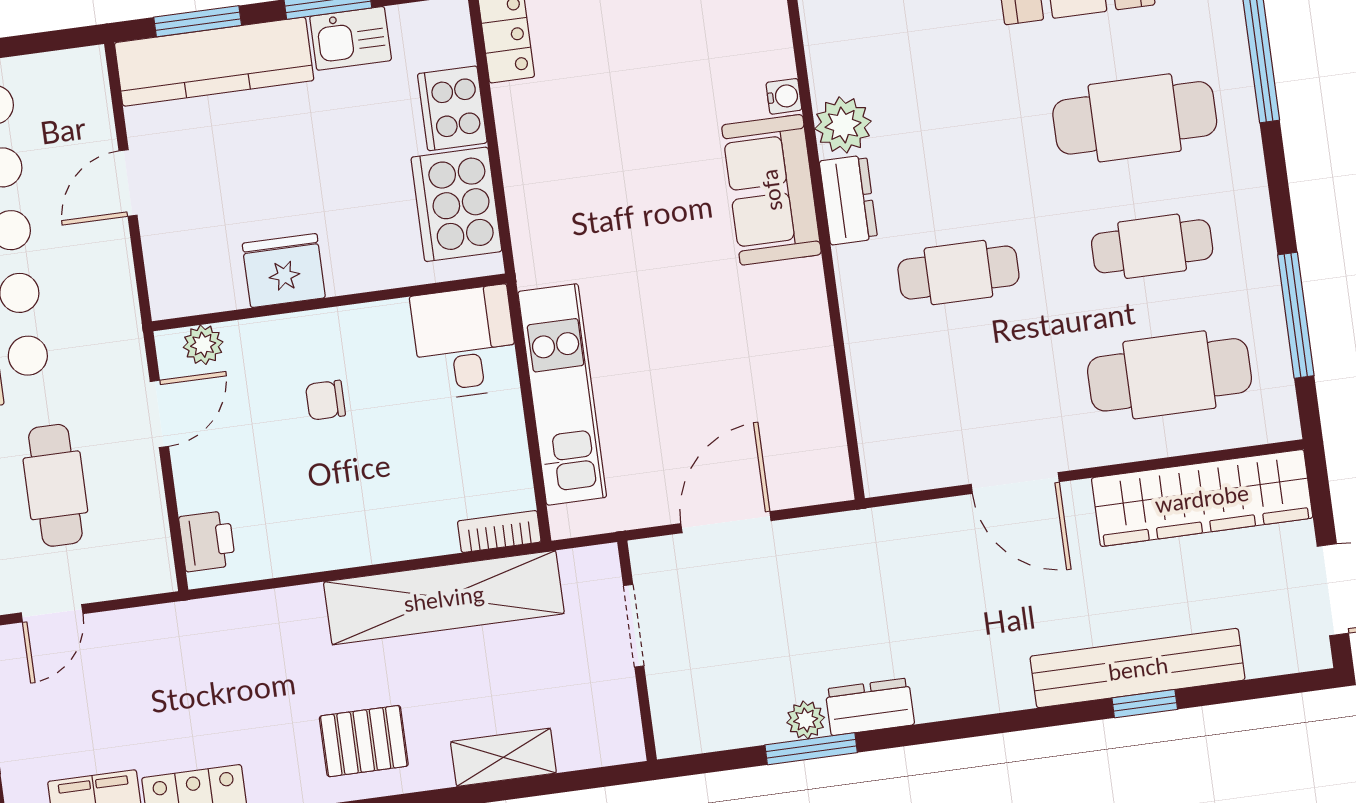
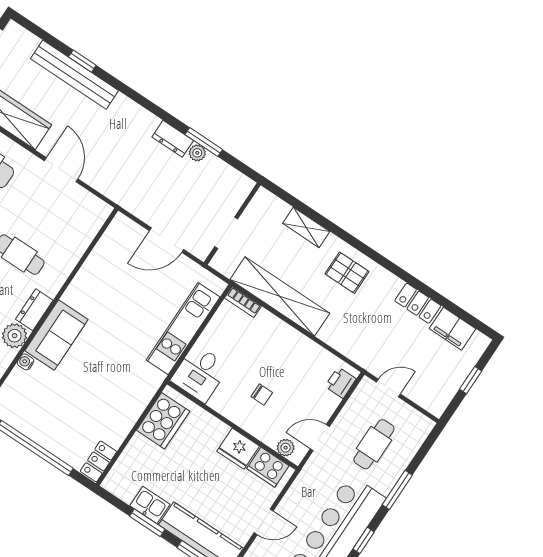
cooker: (452, 108) -> (268, 467), moved, turned 90
door: (52, 613) -> (388, 388), moved

